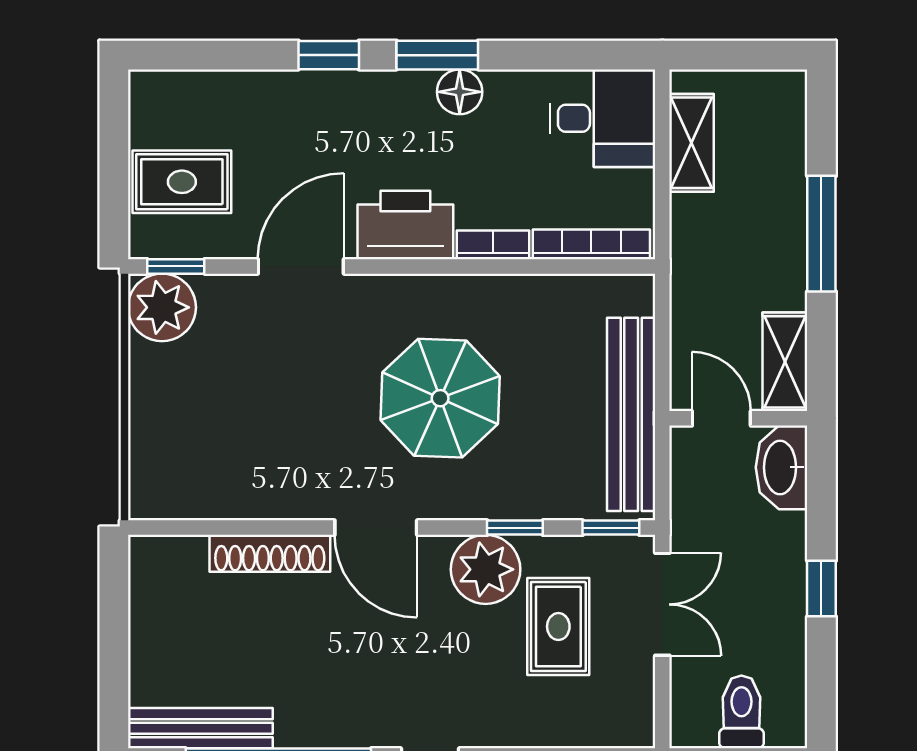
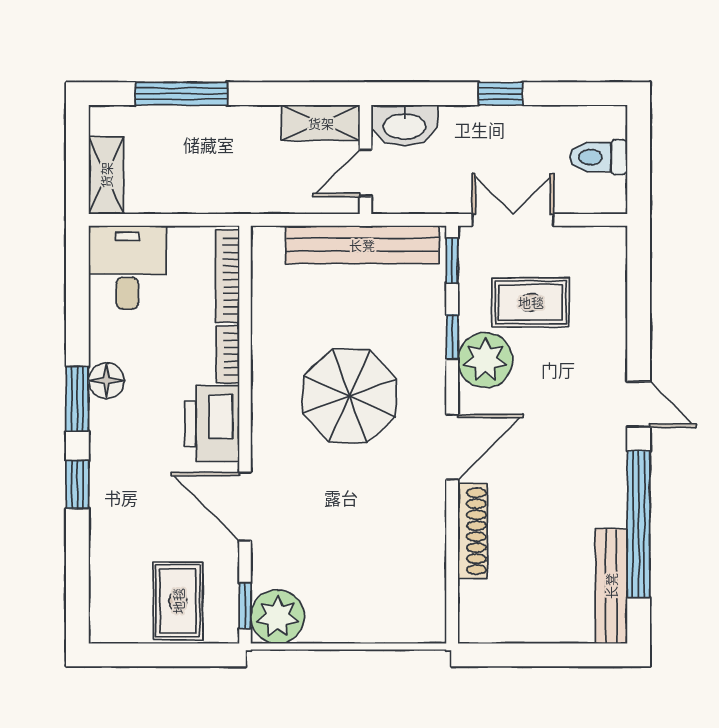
shelving: (692, 143) -> (106, 175), moved, turned 90
window: (821, 234) -> (181, 94), moved

